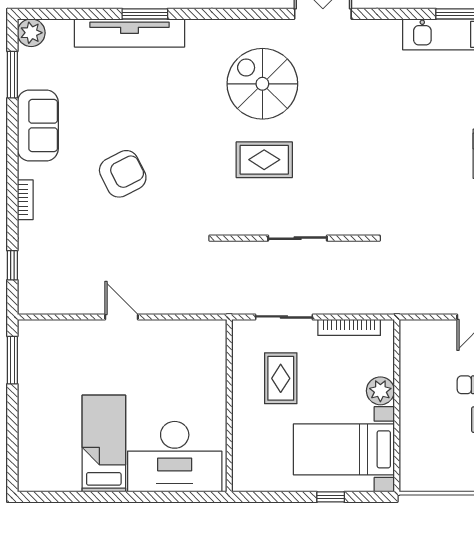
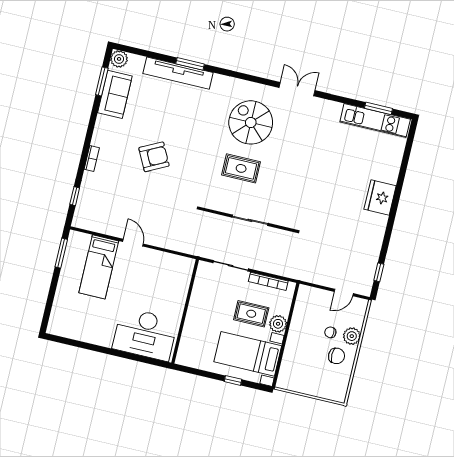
sofa: (38, 125) -> (115, 94), moved
rug: (281, 378) -> (251, 314), moved, turned 90
bed: (104, 444) -> (99, 267), moved, turned 180

